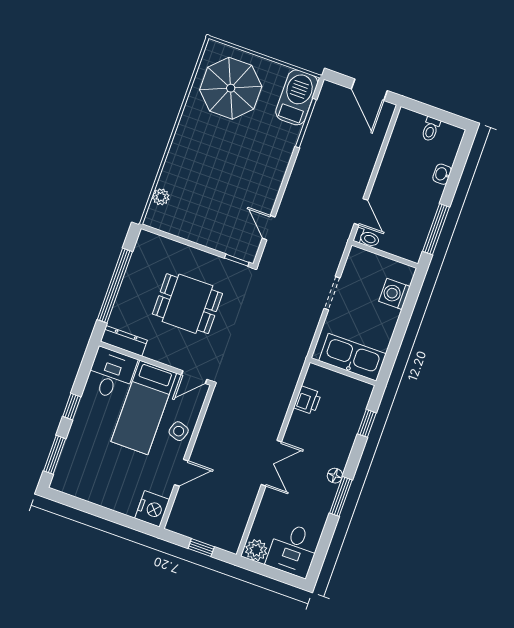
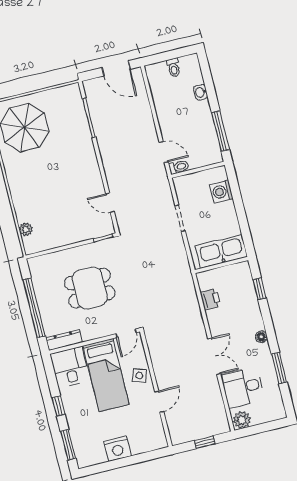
barbecue: (297, 97) -> (72, 105), removed
window: (341, 496) -> (279, 368), moved
nightstand: (152, 509) -> (117, 449), moved, turned 90
desk: (293, 550) -> (243, 387), moved, turned 90

